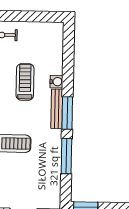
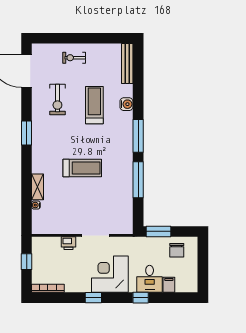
bench: (57, 109) -> (127, 64), moved

